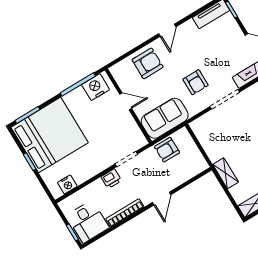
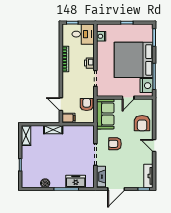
bed: (50, 135) -> (134, 60), moved, turned 90
filing cabinet: (199, 163) -> (68, 118), added
door: (162, 199) -> (61, 104), moved
desk: (88, 222) -> (83, 34), moved, turned 180

